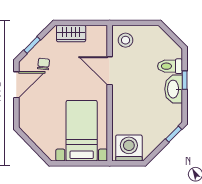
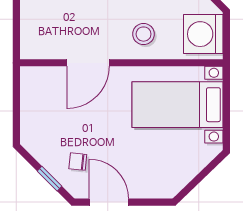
wardrobe: (71, 34) -> (32, 120), removed
stool: (126, 40) -> (144, 34), moved

